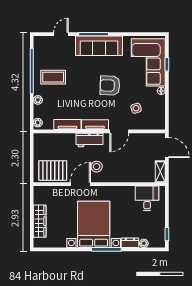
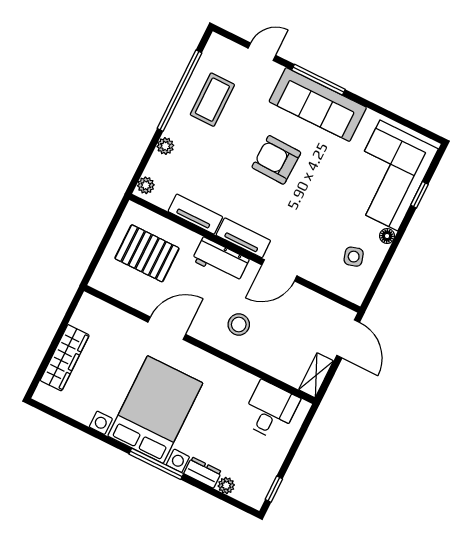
coffee table: (53, 77) -> (212, 100), moved, turned 90
armchair: (110, 86) -> (276, 160), moved
side table: (136, 108) -> (354, 257), moved
stool: (97, 167) -> (239, 324), moved
pallet: (53, 170) -> (147, 253), moved

